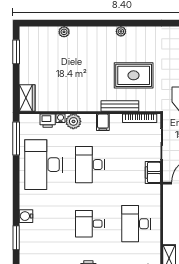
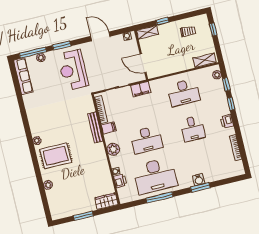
window: (16, 52) -> (83, 216), moved
rug: (134, 75) -> (56, 156), moved, turned 90
plant: (73, 121) -> (113, 149), moved
filing cabinet: (103, 122) -> (109, 128), moved
window: (16, 138) -> (159, 197), moved
window: (16, 238) -> (200, 188), moved

